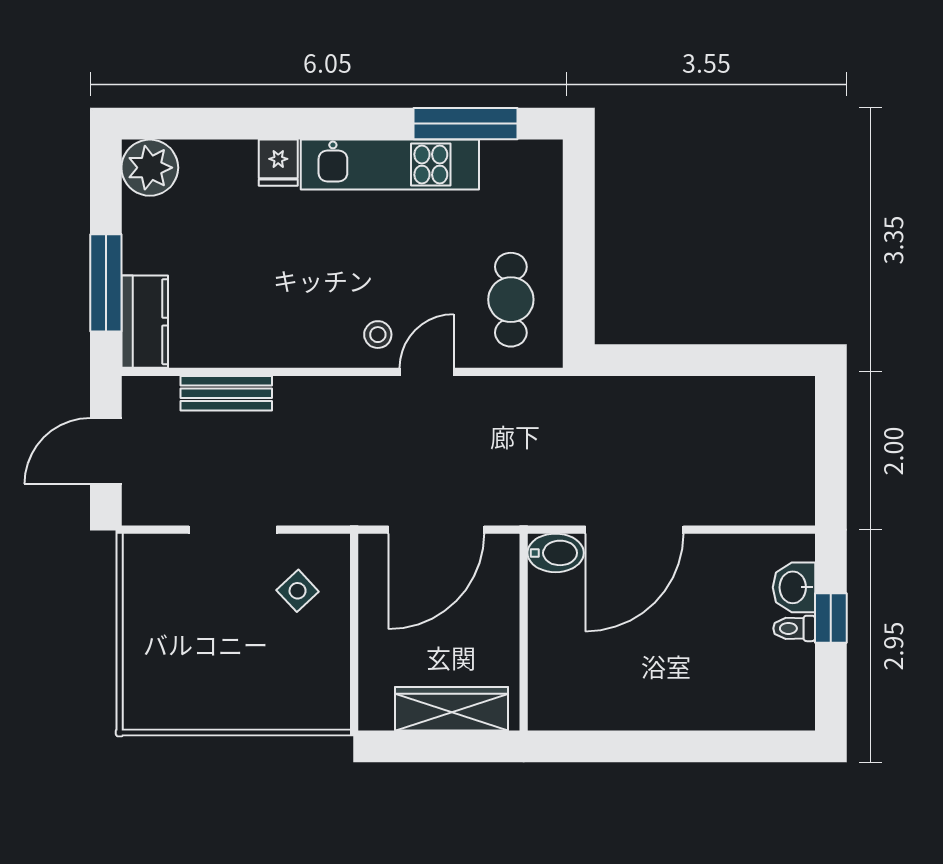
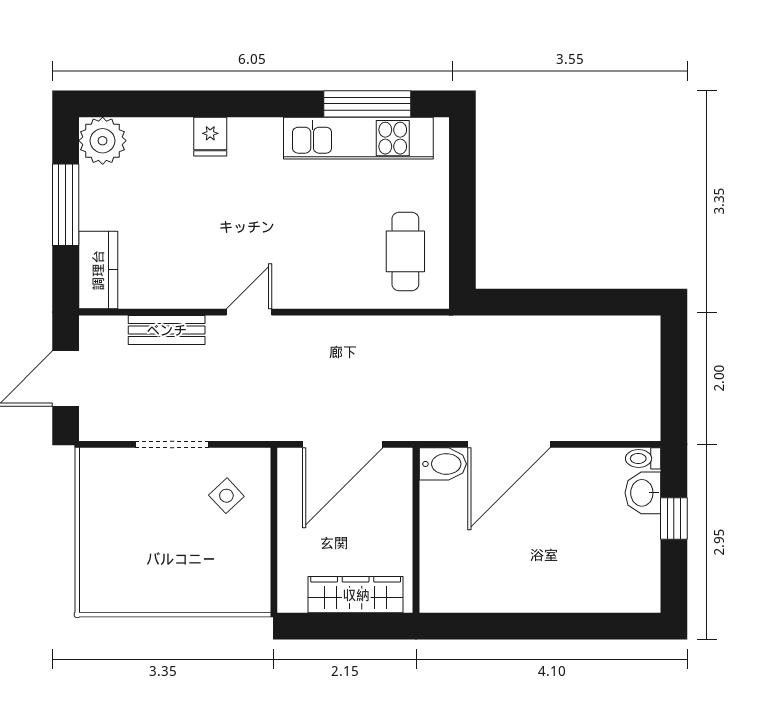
kitchen unit: (390, 165) -> (358, 138), moved
window: (106, 283) -> (66, 205), moved
stool: (378, 335) -> (294, 281), removed
door: (427, 372) -> (249, 312), moved
toilet: (794, 628) -> (643, 458), moved

